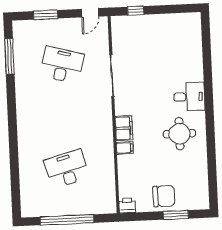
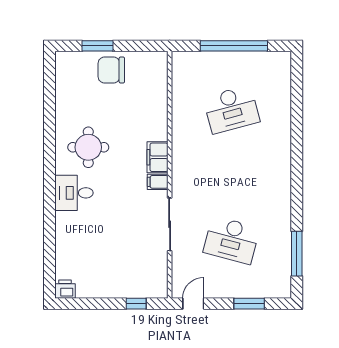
filing cabinet: (125, 148) -> (158, 182), moved
printer: (127, 205) -> (65, 289), moved, turned 180

